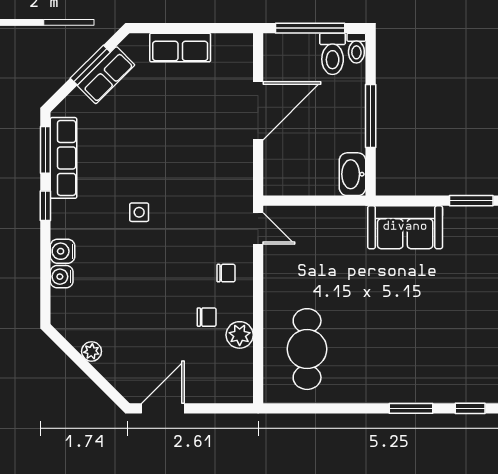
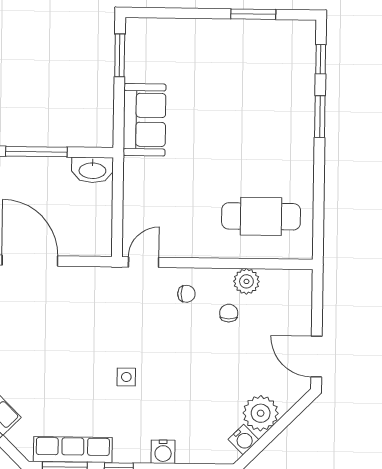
chair: (226, 273) -> (186, 294), turned 90
water cooler: (62, 277) -> (243, 440), moved, turned -45
plant: (92, 351) -> (261, 413), width x1.87, depth x1.87

